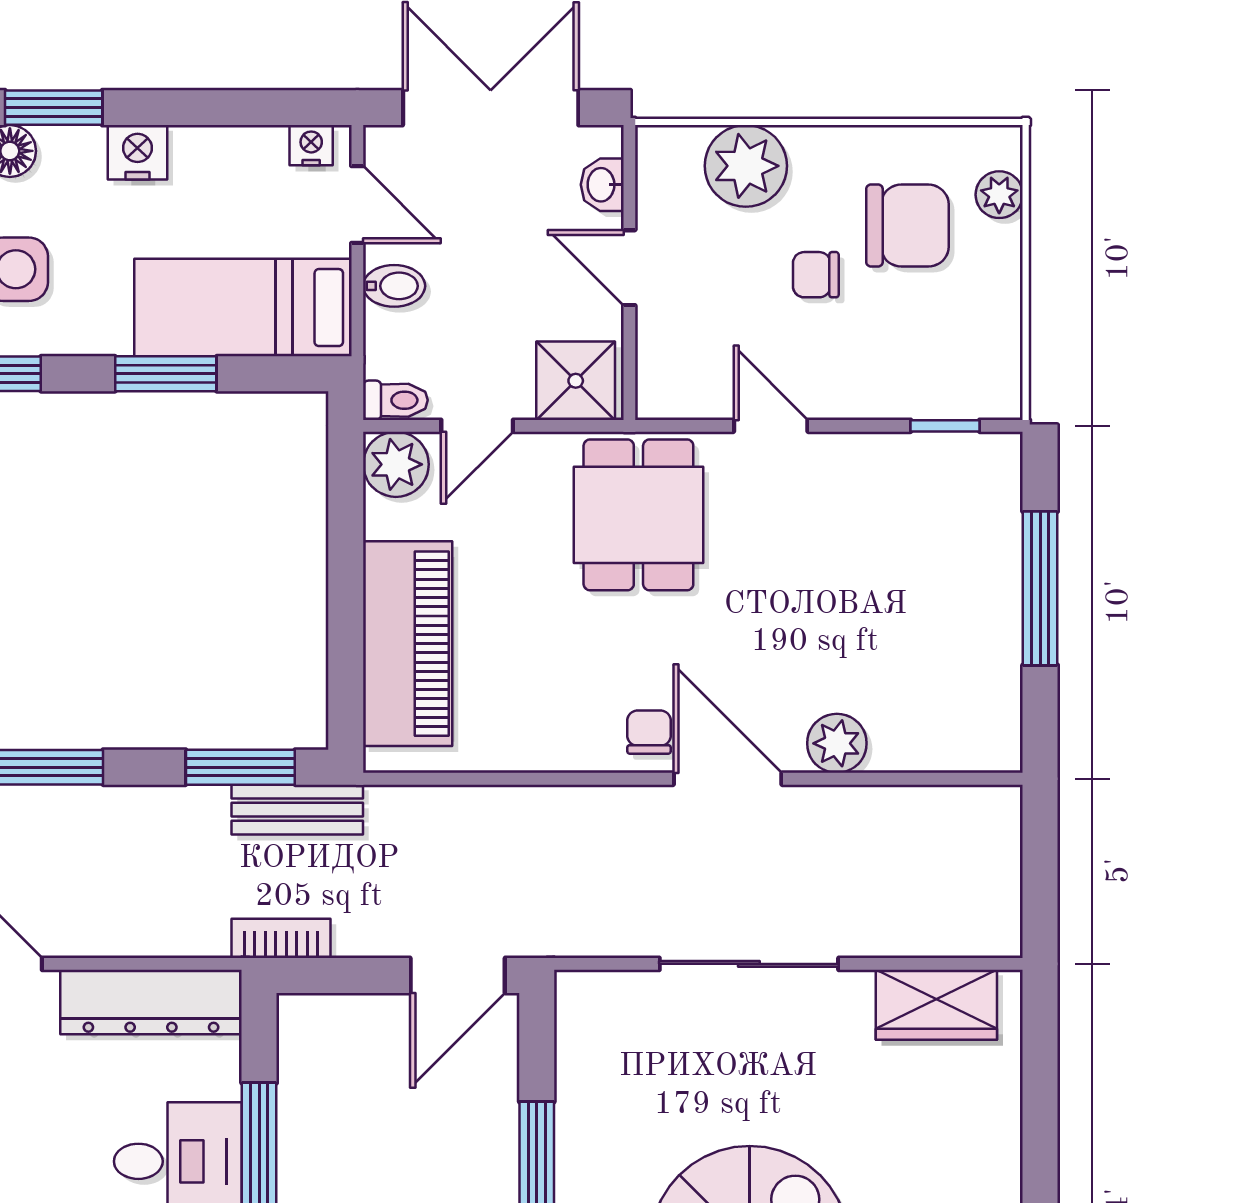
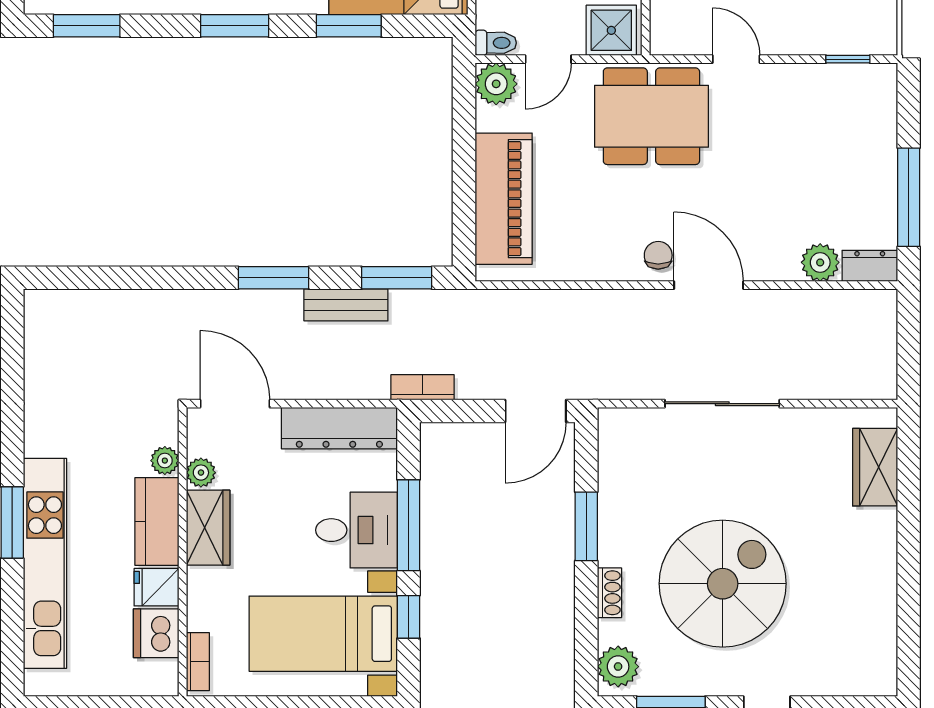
dining table: (638, 515) -> (651, 116), width x1.38
window: (1040, 588) -> (909, 197), moved
plant: (837, 743) -> (820, 262), moved
dresser: (979, 749) -> (870, 266), added
bench: (297, 810) -> (346, 305), moved
wardrobe: (936, 1005) -> (875, 467), moved, turned 90

